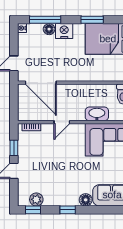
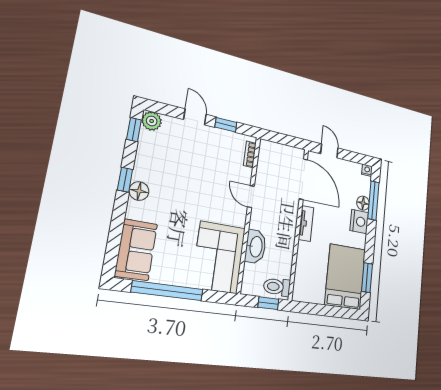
window: (92, 20) -> (367, 278), moved
tv unit: (74, 77) -> (306, 223), added
door: (41, 83) -> (303, 179), swing flipped
plant: (36, 199) -> (152, 121), moved
floor lamp: (86, 200) -> (139, 191), moved

